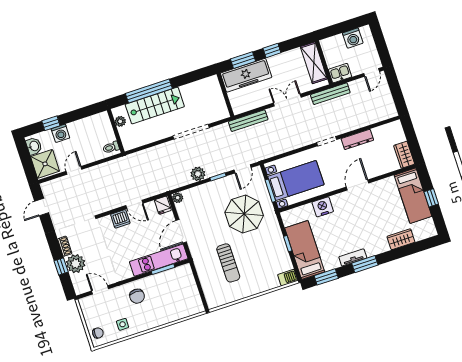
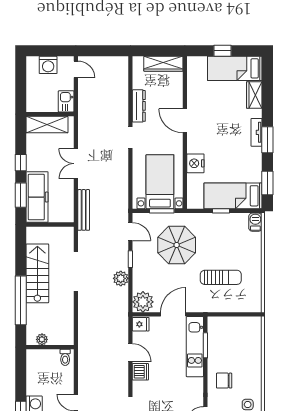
washing machine: (353, 38) -> (48, 65), moved, turned 90
bench: (330, 94) -> (84, 118), removed
stairs: (155, 105) -> (37, 273), moved
wardrobe: (404, 155) -> (163, 64), width x1.50
bed: (413, 196) -> (235, 68), moved, turned 180
plant: (178, 198) -> (143, 302), width x1.87, depth x1.87
door: (134, 204) -> (130, 353), hinge flipped
door: (181, 231) -> (173, 314), swing flipped
tv unit: (353, 257) -> (257, 132), moved
chair: (137, 296) -> (224, 381), turned 180

